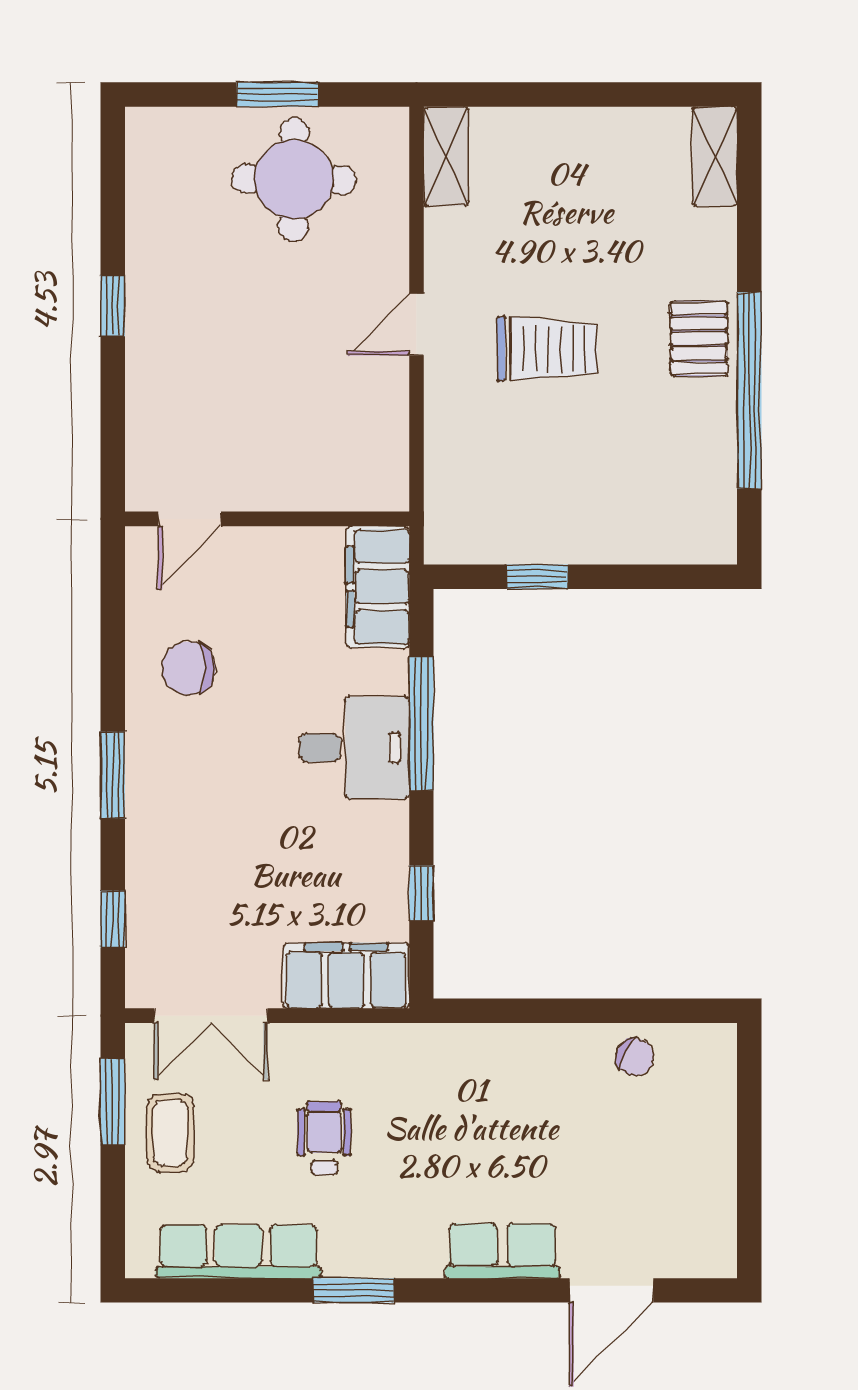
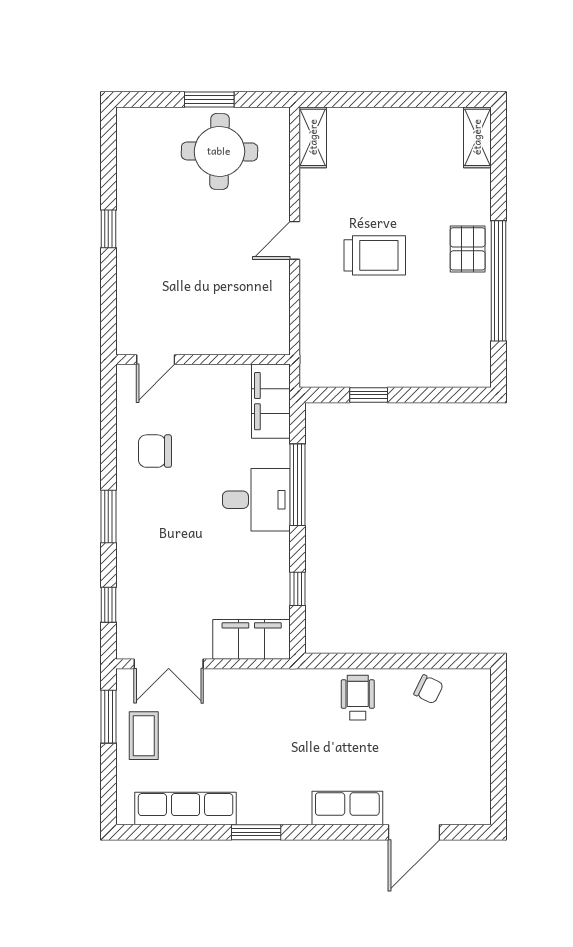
wheelchair: (324, 1138) -> (358, 698), moved

